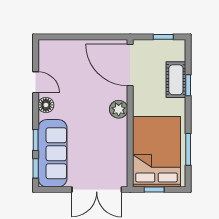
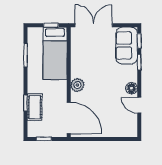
bed: (156, 152) -> (55, 53), width x0.67
sofa: (53, 153) -> (127, 46), width x0.73

